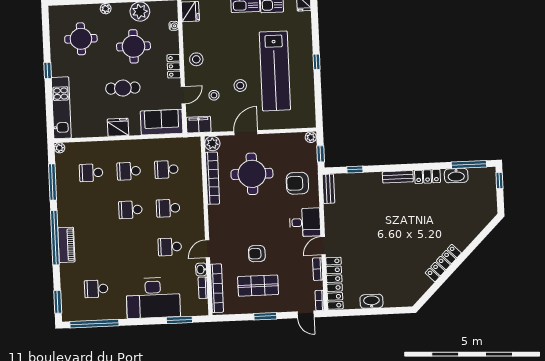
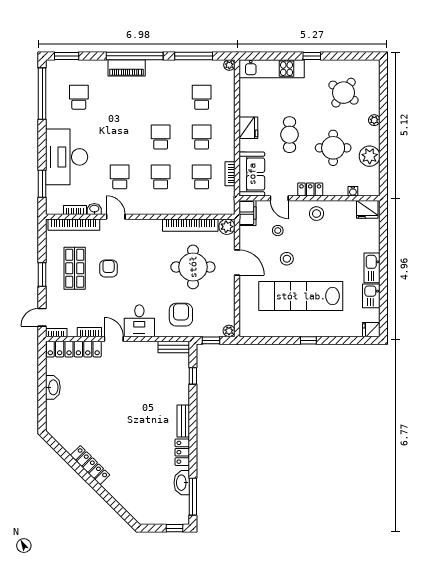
round table: (81, 39) -> (344, 93), turned 36
bookcase: (162, 143) -> (230, 174), added

